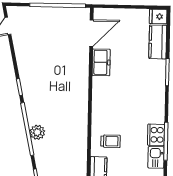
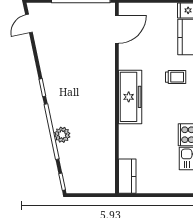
freezer: (101, 62) -> (130, 97), moved, width x1.91, depth x1.26
trolley: (111, 141) -> (176, 77), moved

